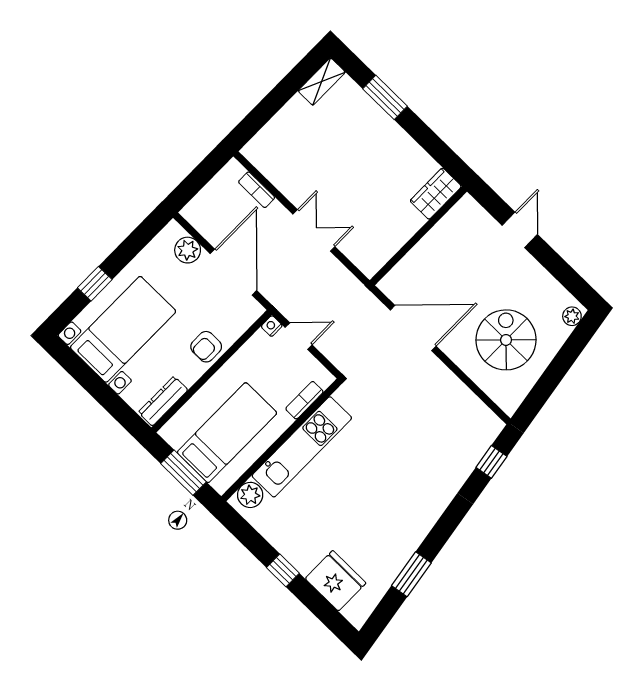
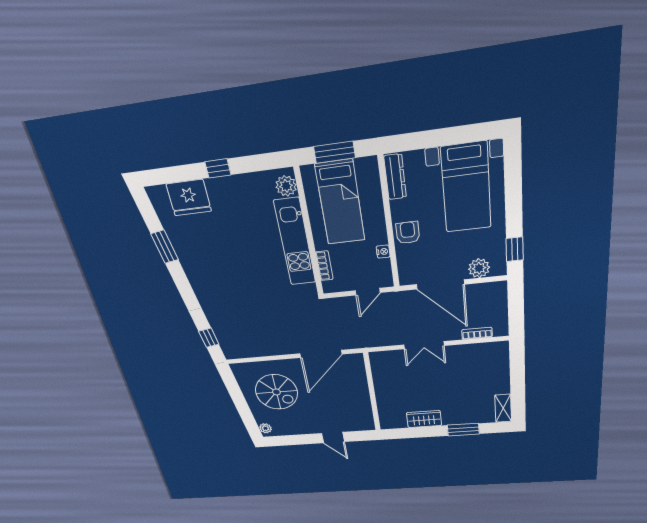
wardrobe: (436, 194) -> (424, 419), moved, turned -90
window: (95, 284) -> (515, 249), moved
nightstand: (272, 326) -> (383, 252), moved

